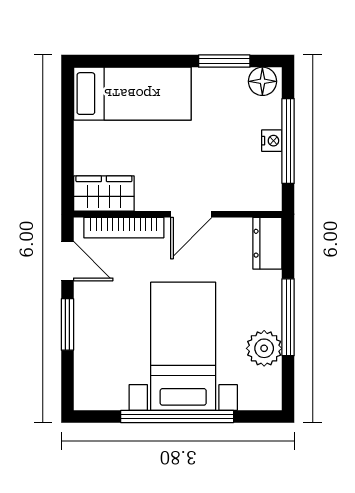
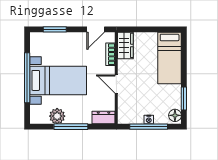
bookcase: (124, 228) -> (110, 54), width x0.64
window: (67, 324) -> (55, 29), moved

